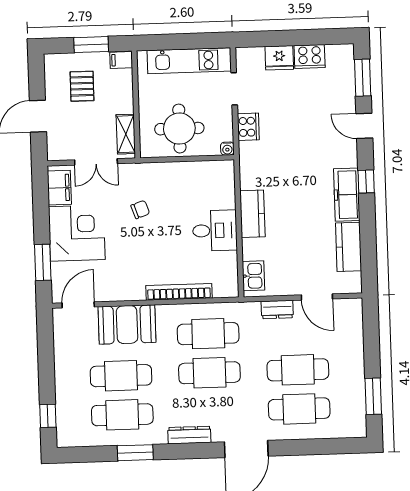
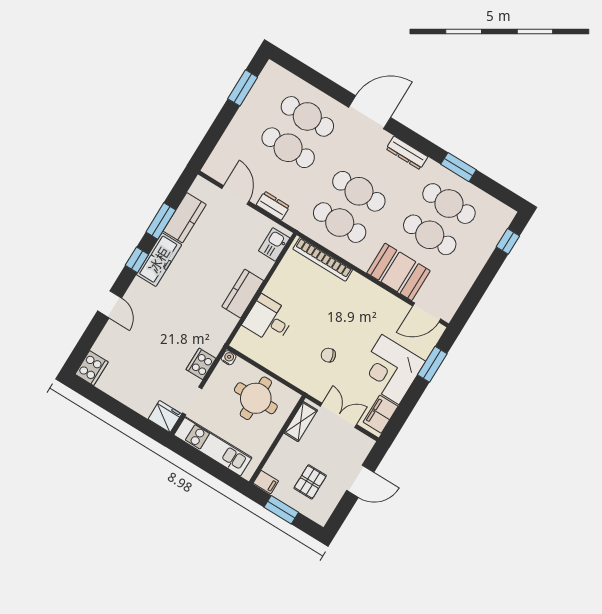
cooker: (310, 57) -> (92, 368), moved, turned 90
fridge: (279, 58) -> (165, 417), moved
window: (363, 78) -> (161, 221), moved
desk: (215, 230) -> (269, 320), moved
bookcase: (179, 292) -> (323, 259), moved

